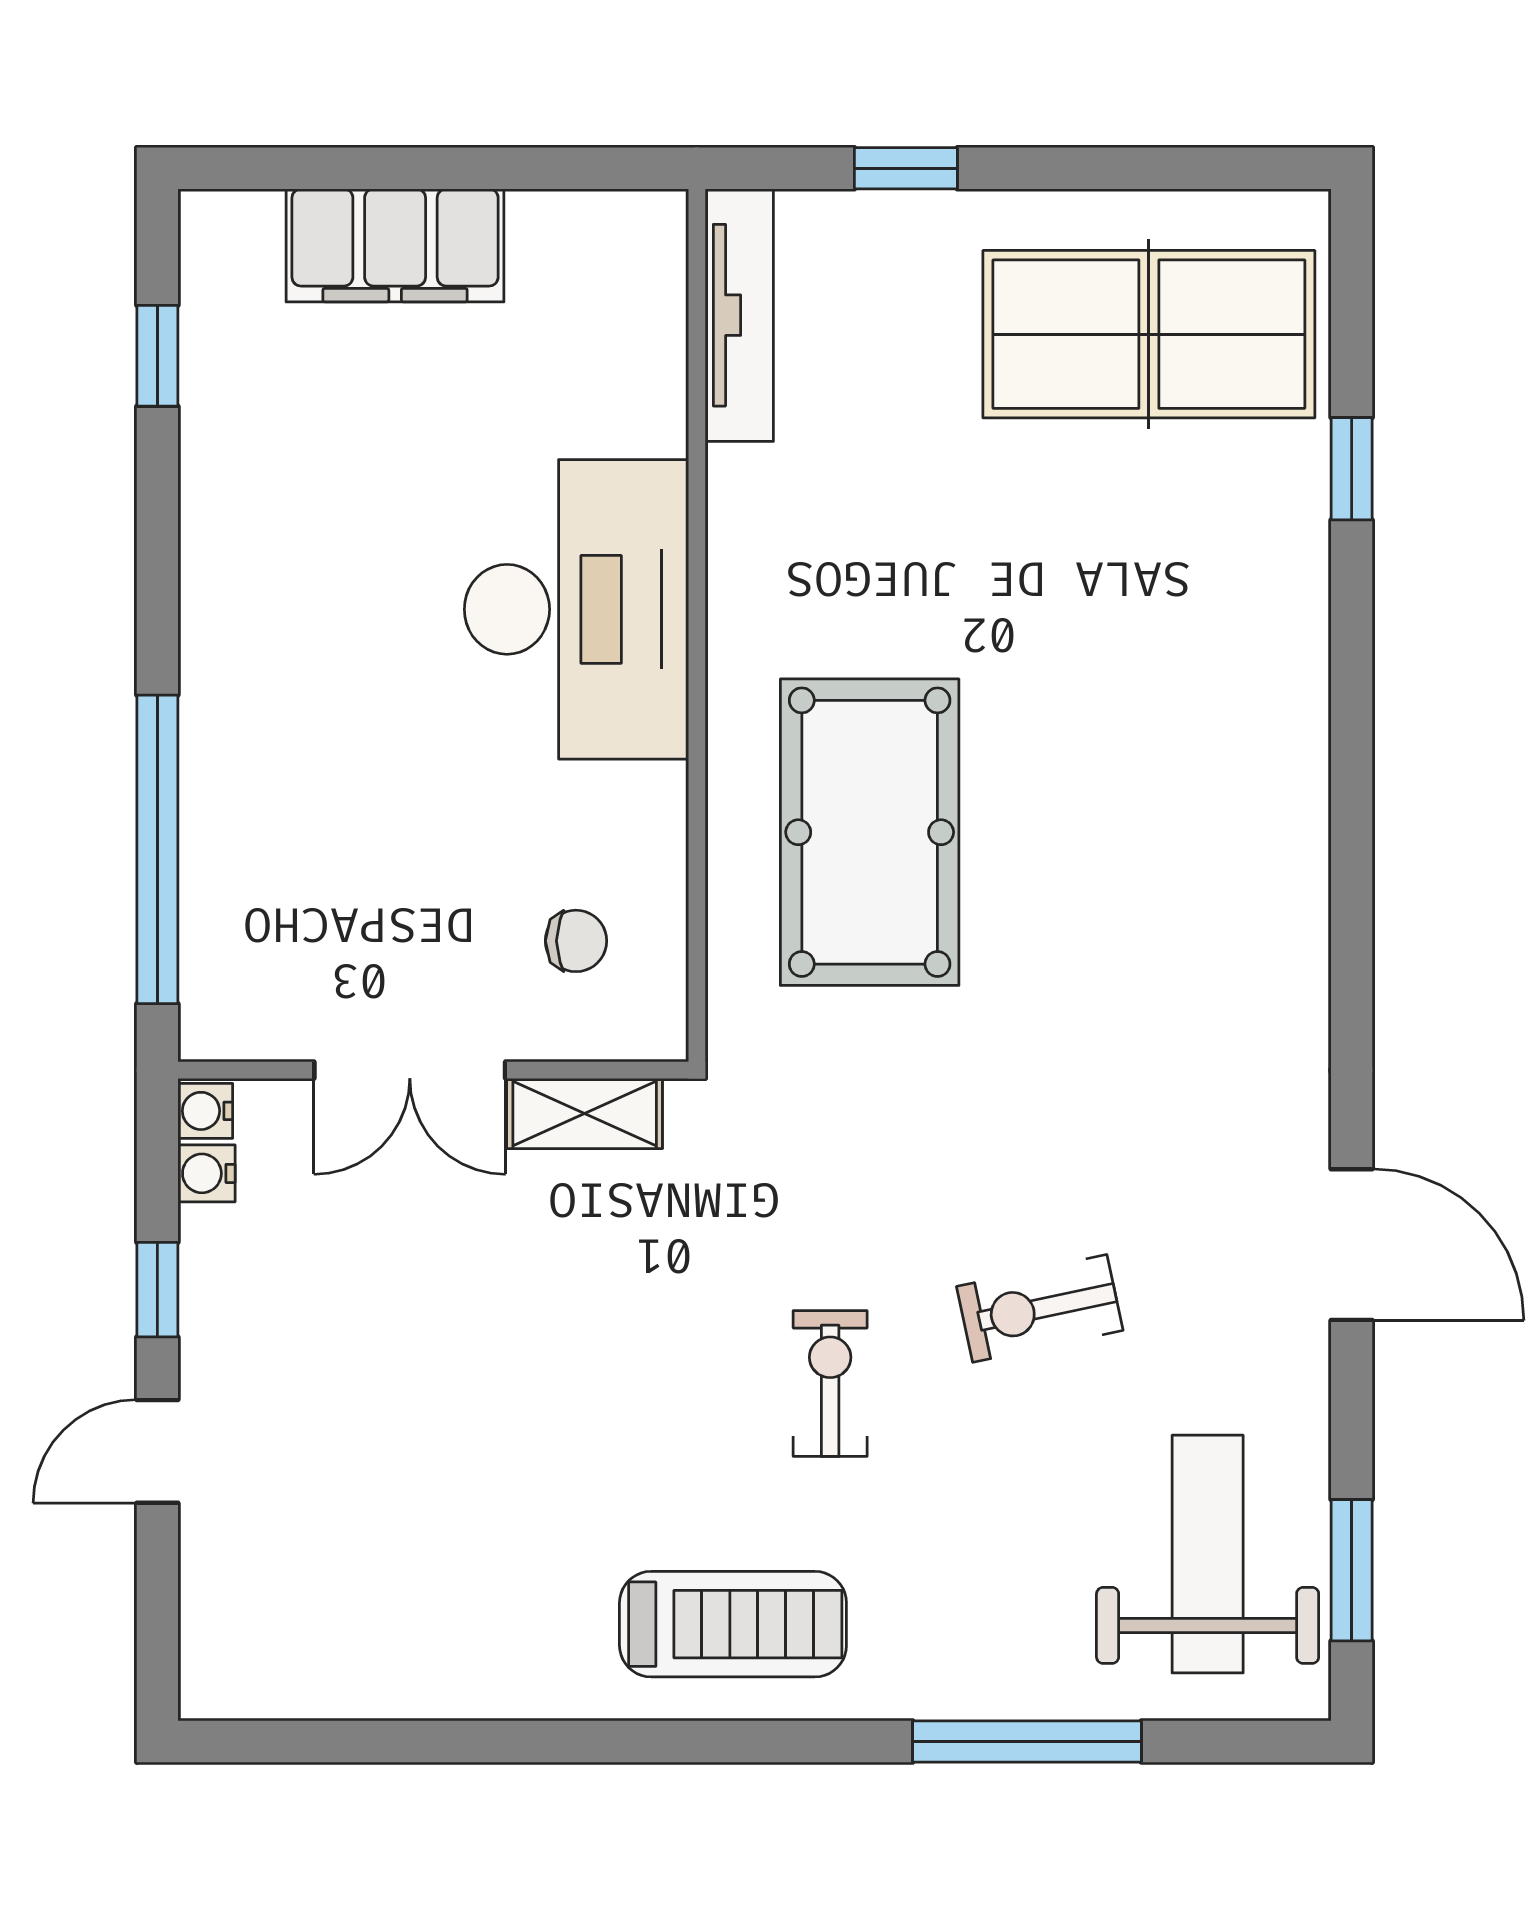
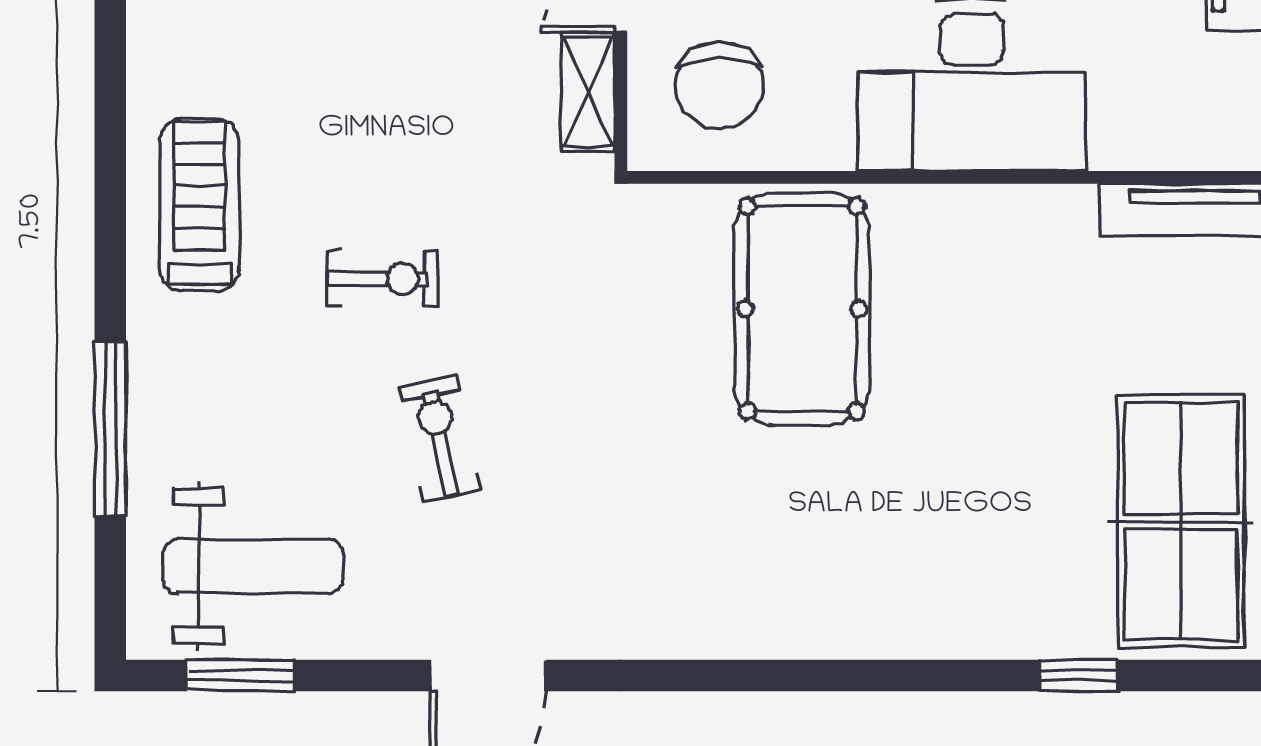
pool table: (870, 832) -> (802, 309), turned 90
chair: (576, 941) -> (719, 85), width x1.87, depth x1.87
treadmill: (733, 1624) -> (199, 205), turned 180

